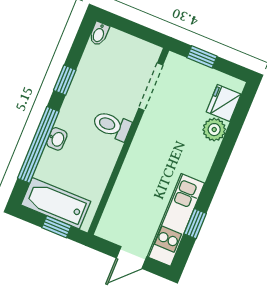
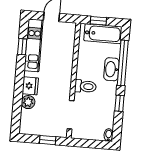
fridge: (224, 103) -> (30, 86), moved
washbasin: (57, 139) -> (111, 69), width x1.91, depth x1.45

